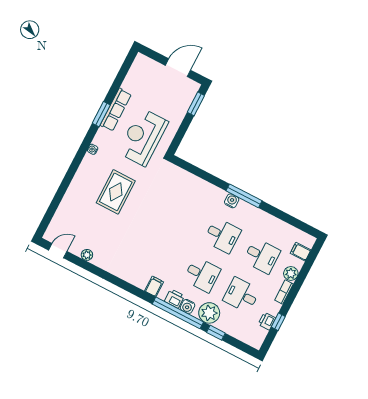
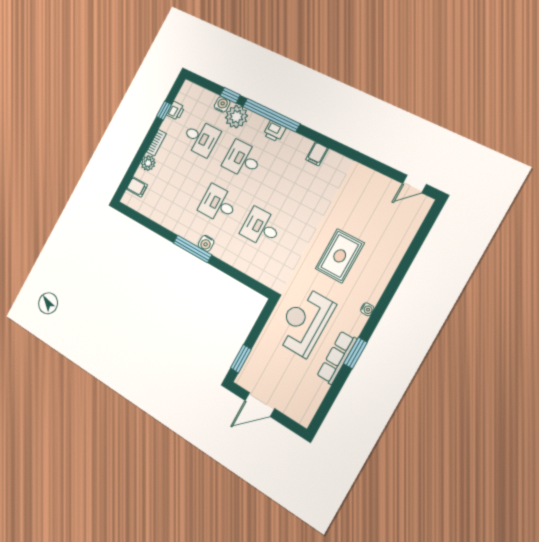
reception desk: (143, 137) -> (305, 322), turned 180
plant: (87, 255) -> (377, 179), removed
desk: (262, 256) -> (261, 227), moved
filing cabinet: (154, 286) -> (317, 154), moved
water cooler: (188, 306) -> (222, 104), moved

